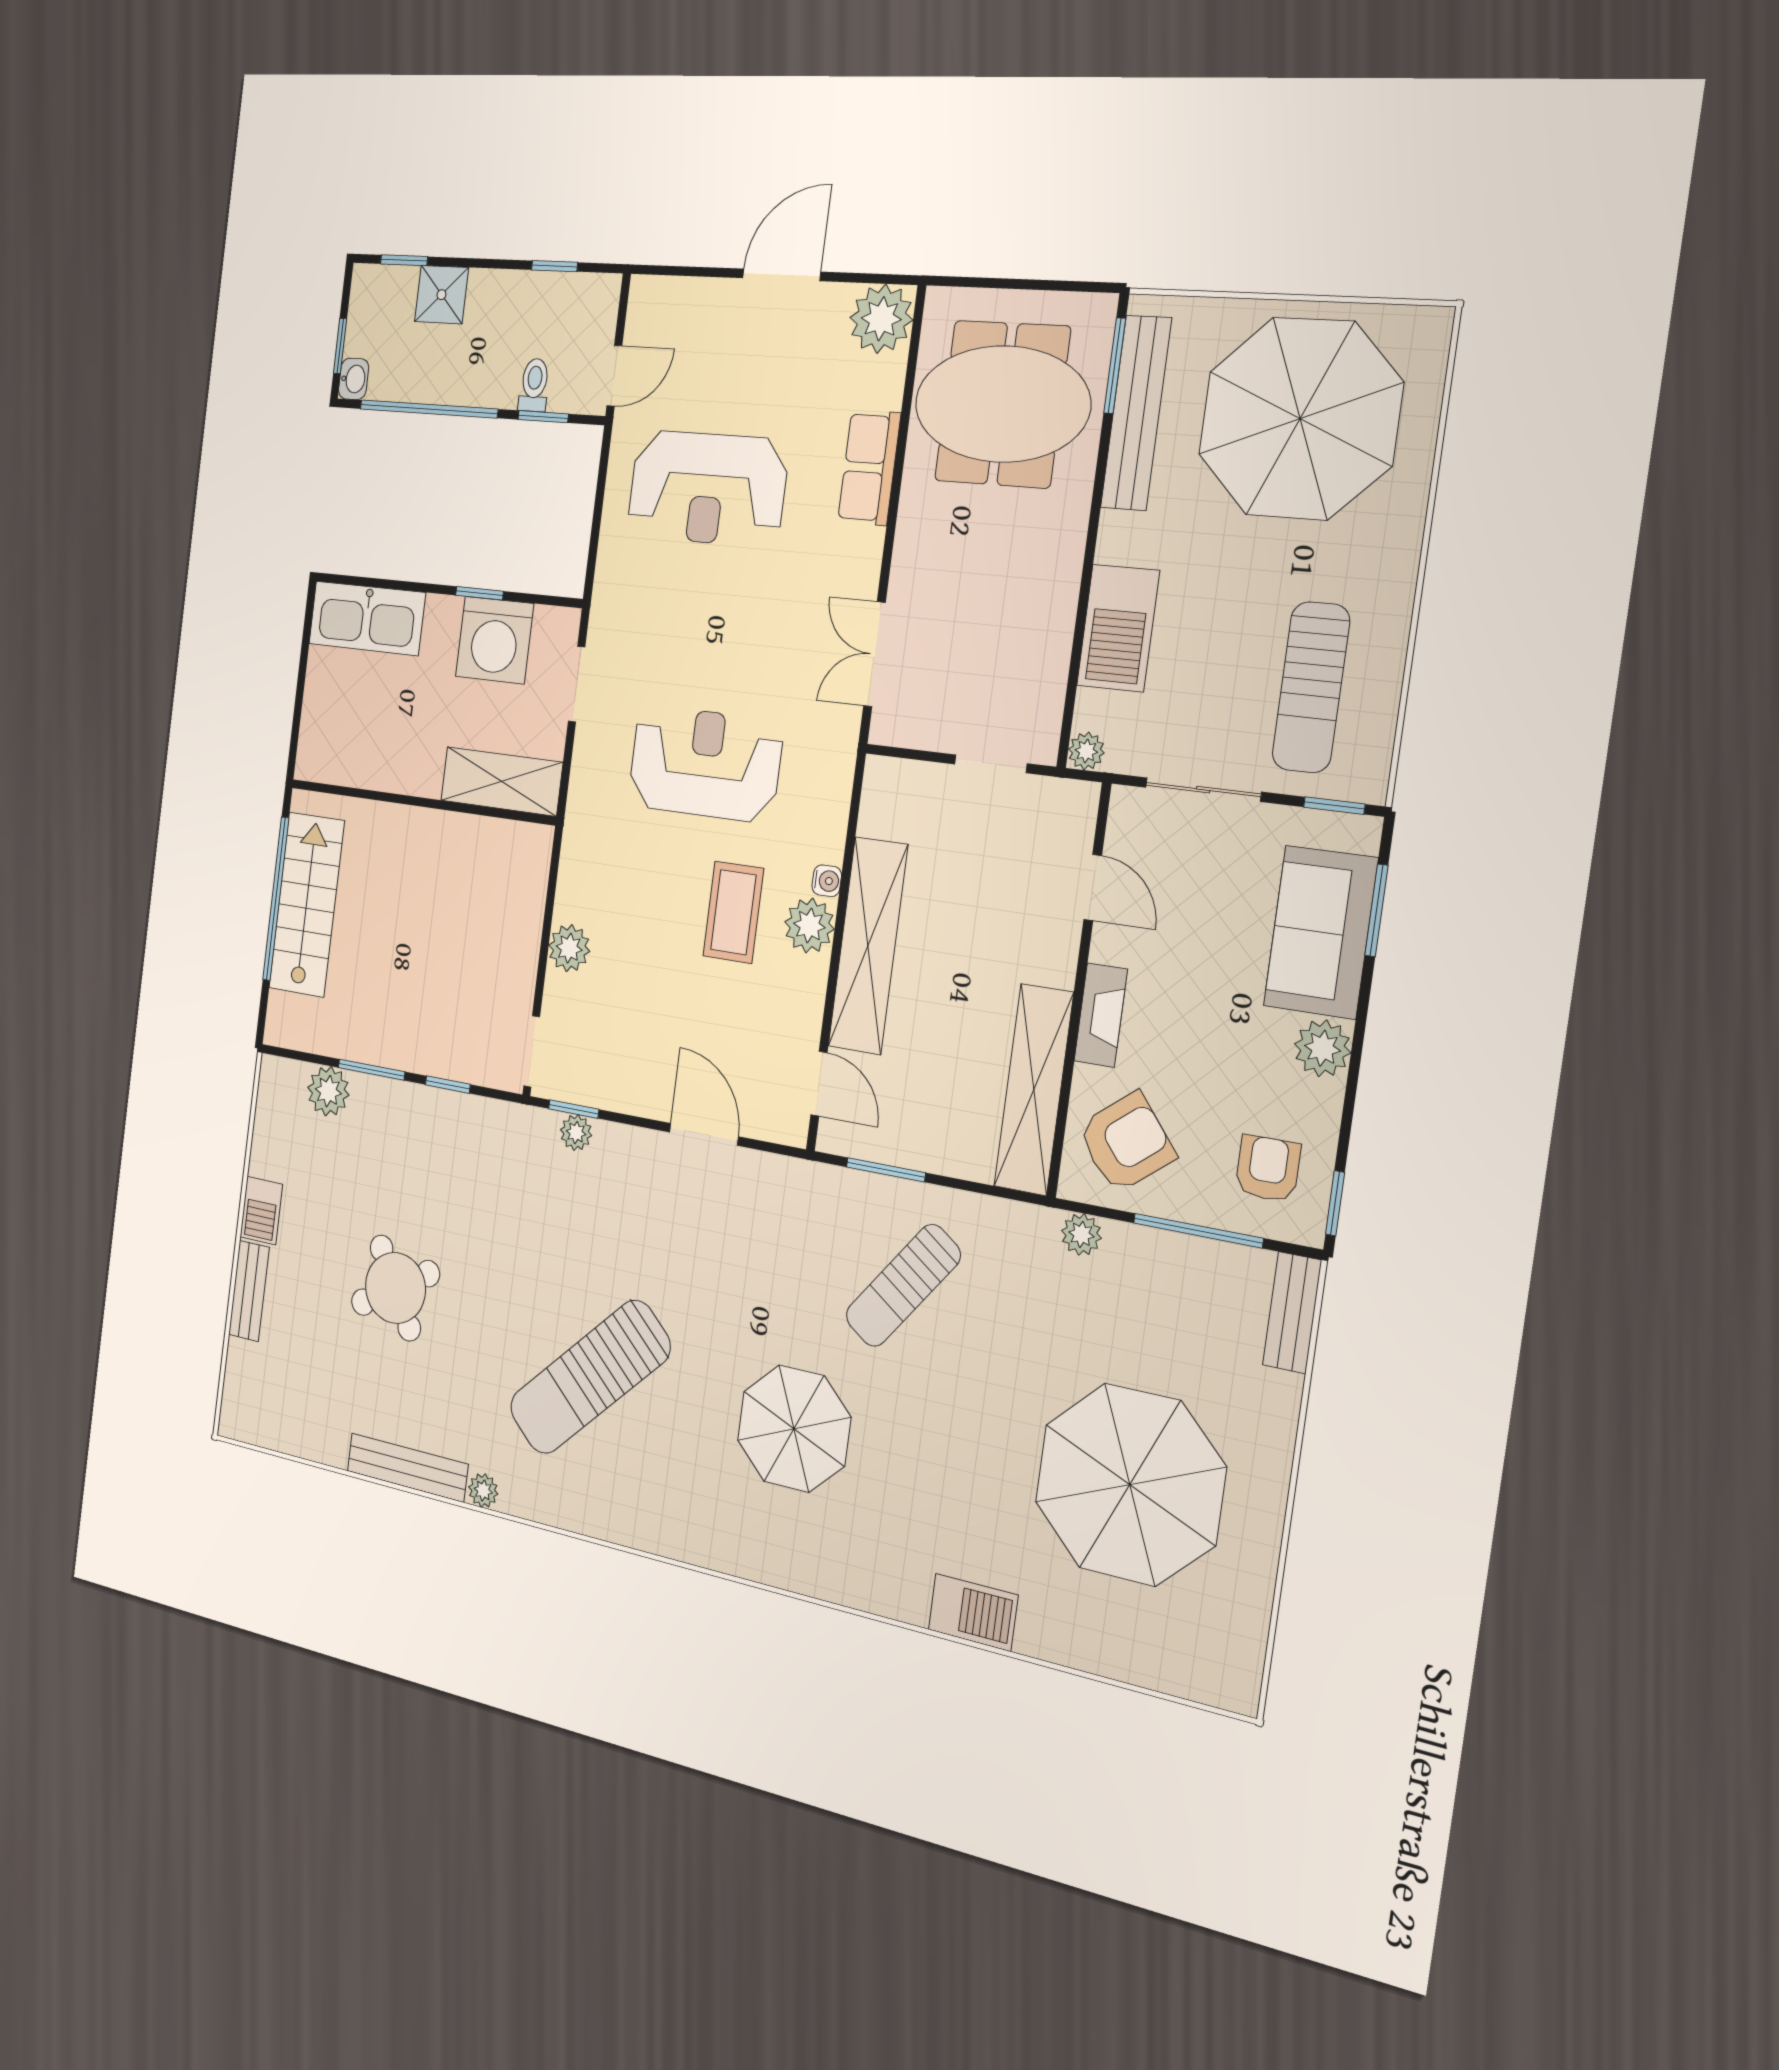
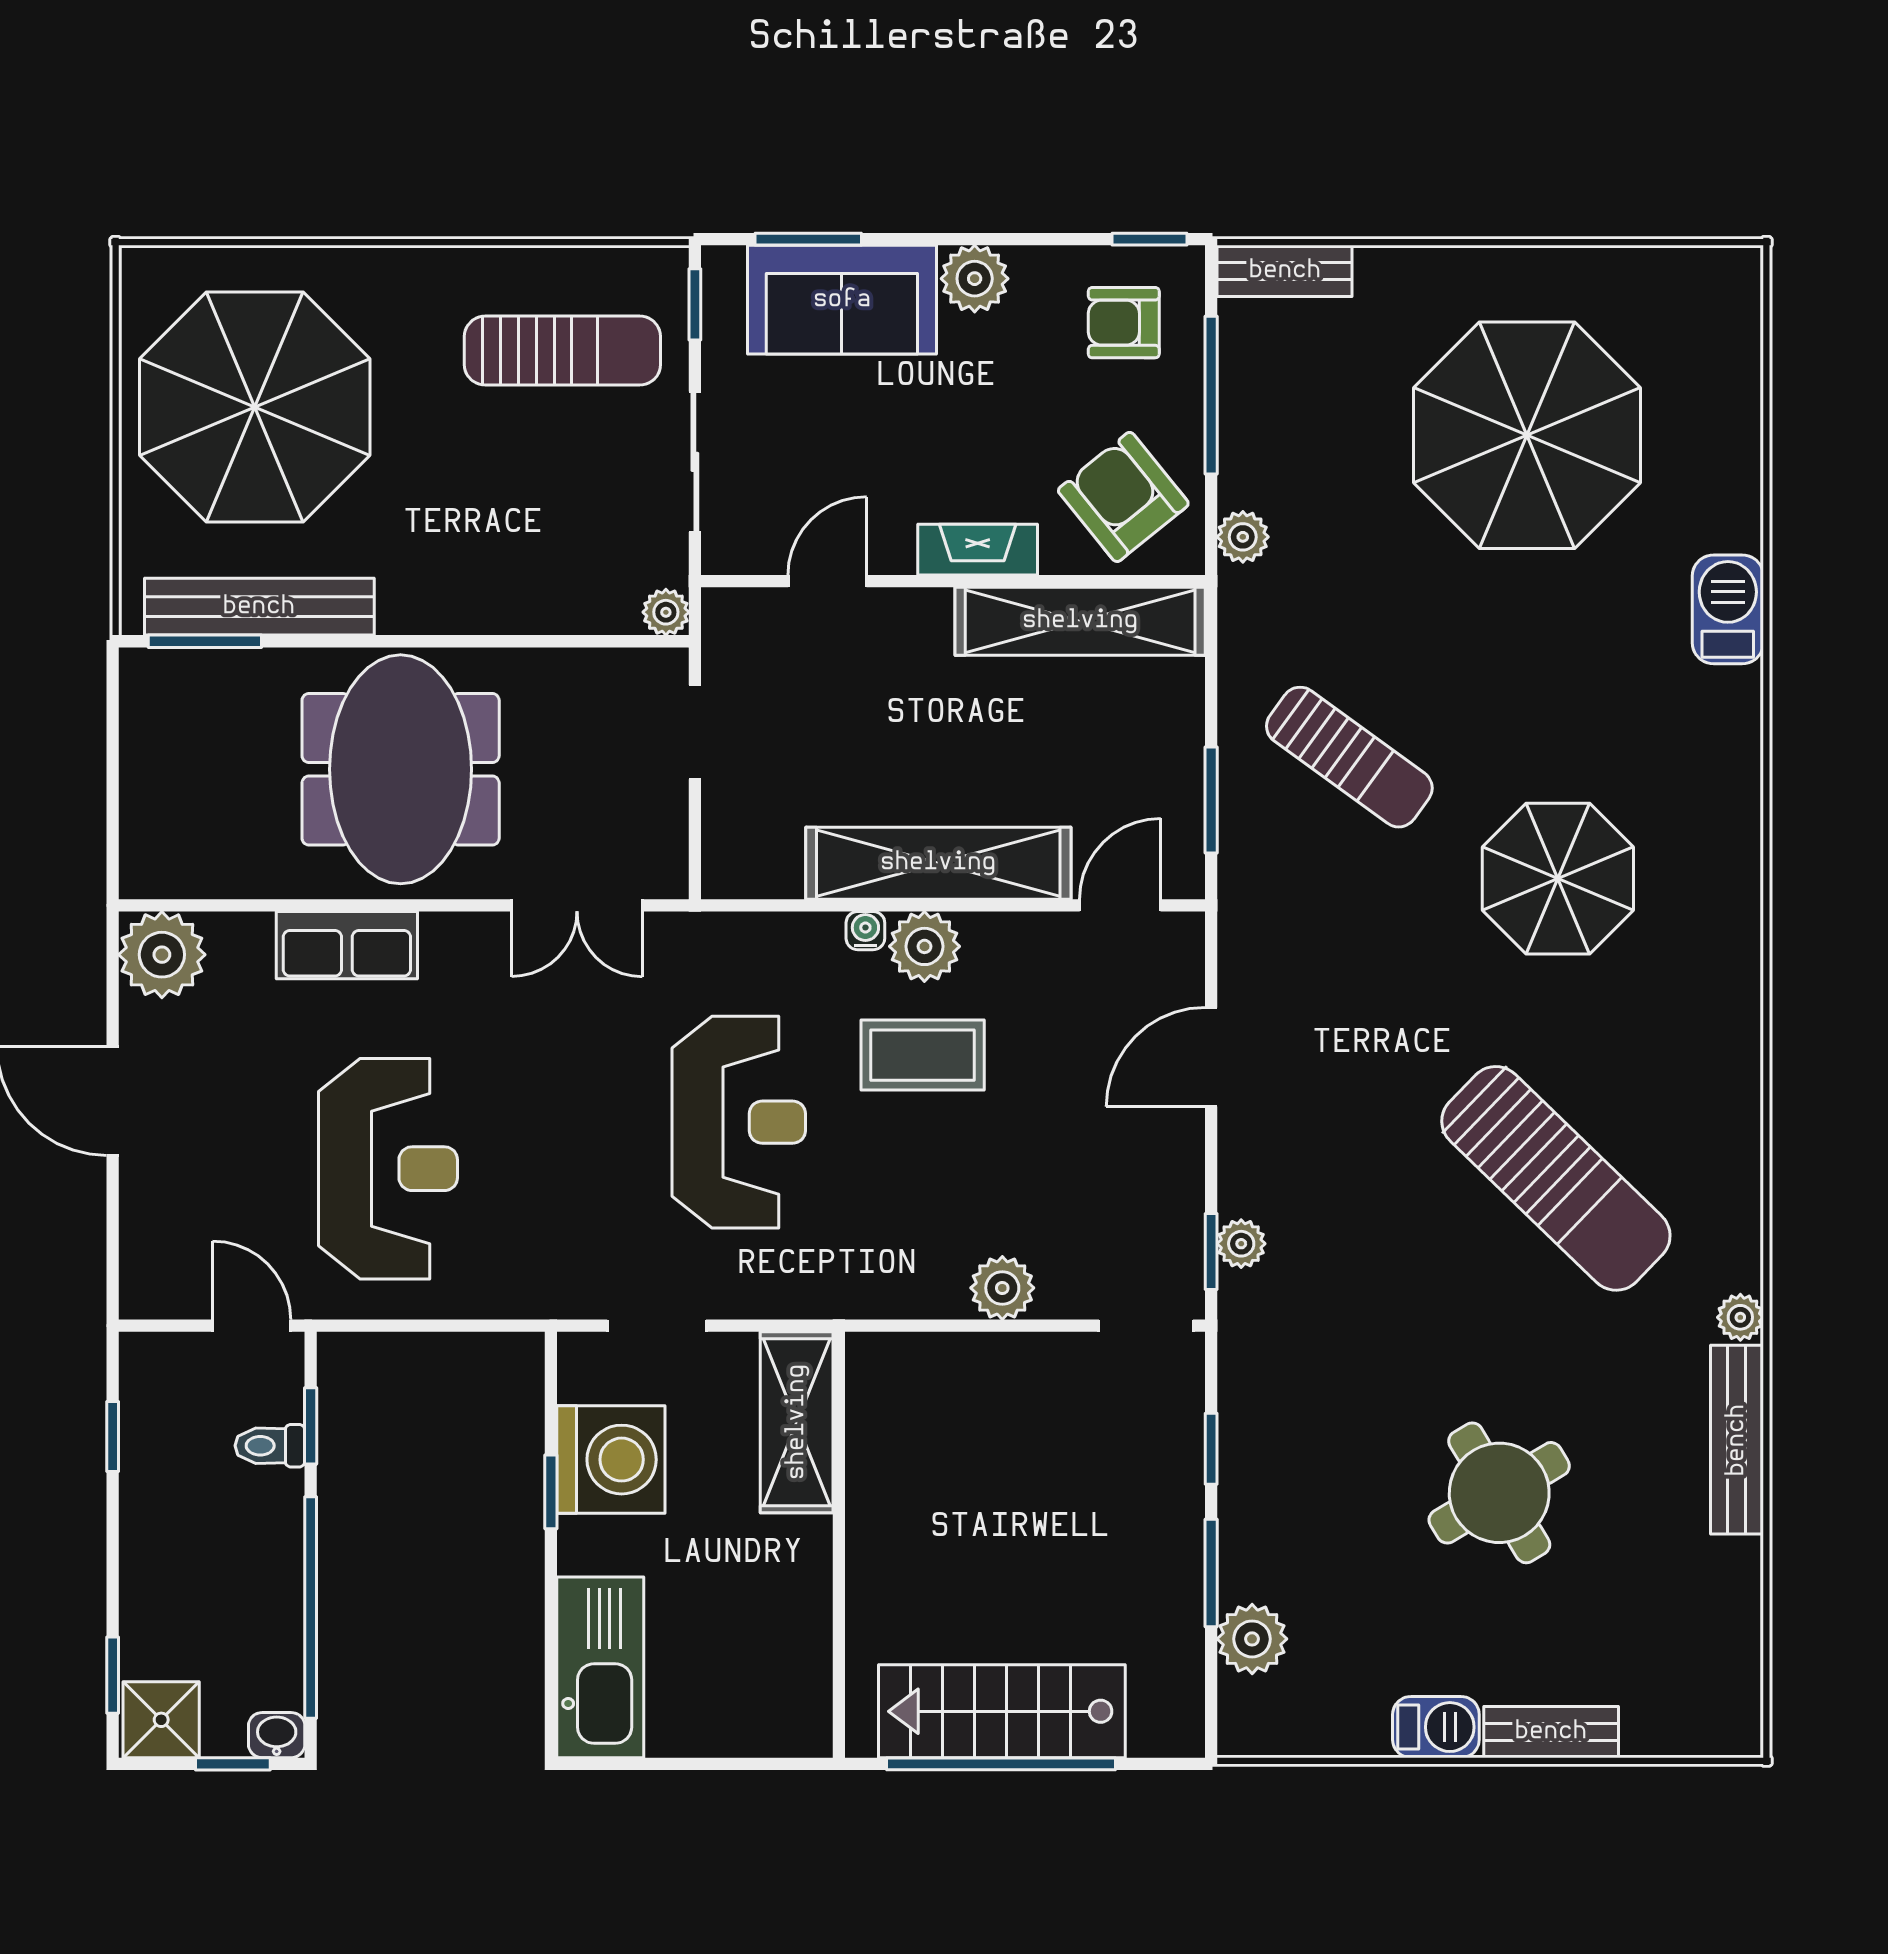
shower: (441, 295) -> (161, 1720), moved
meeting table: (1002, 404) -> (401, 769), moved
barbecue: (1118, 628) -> (516, 593), removed
reception desk: (705, 764) -> (739, 1122), turned 180

